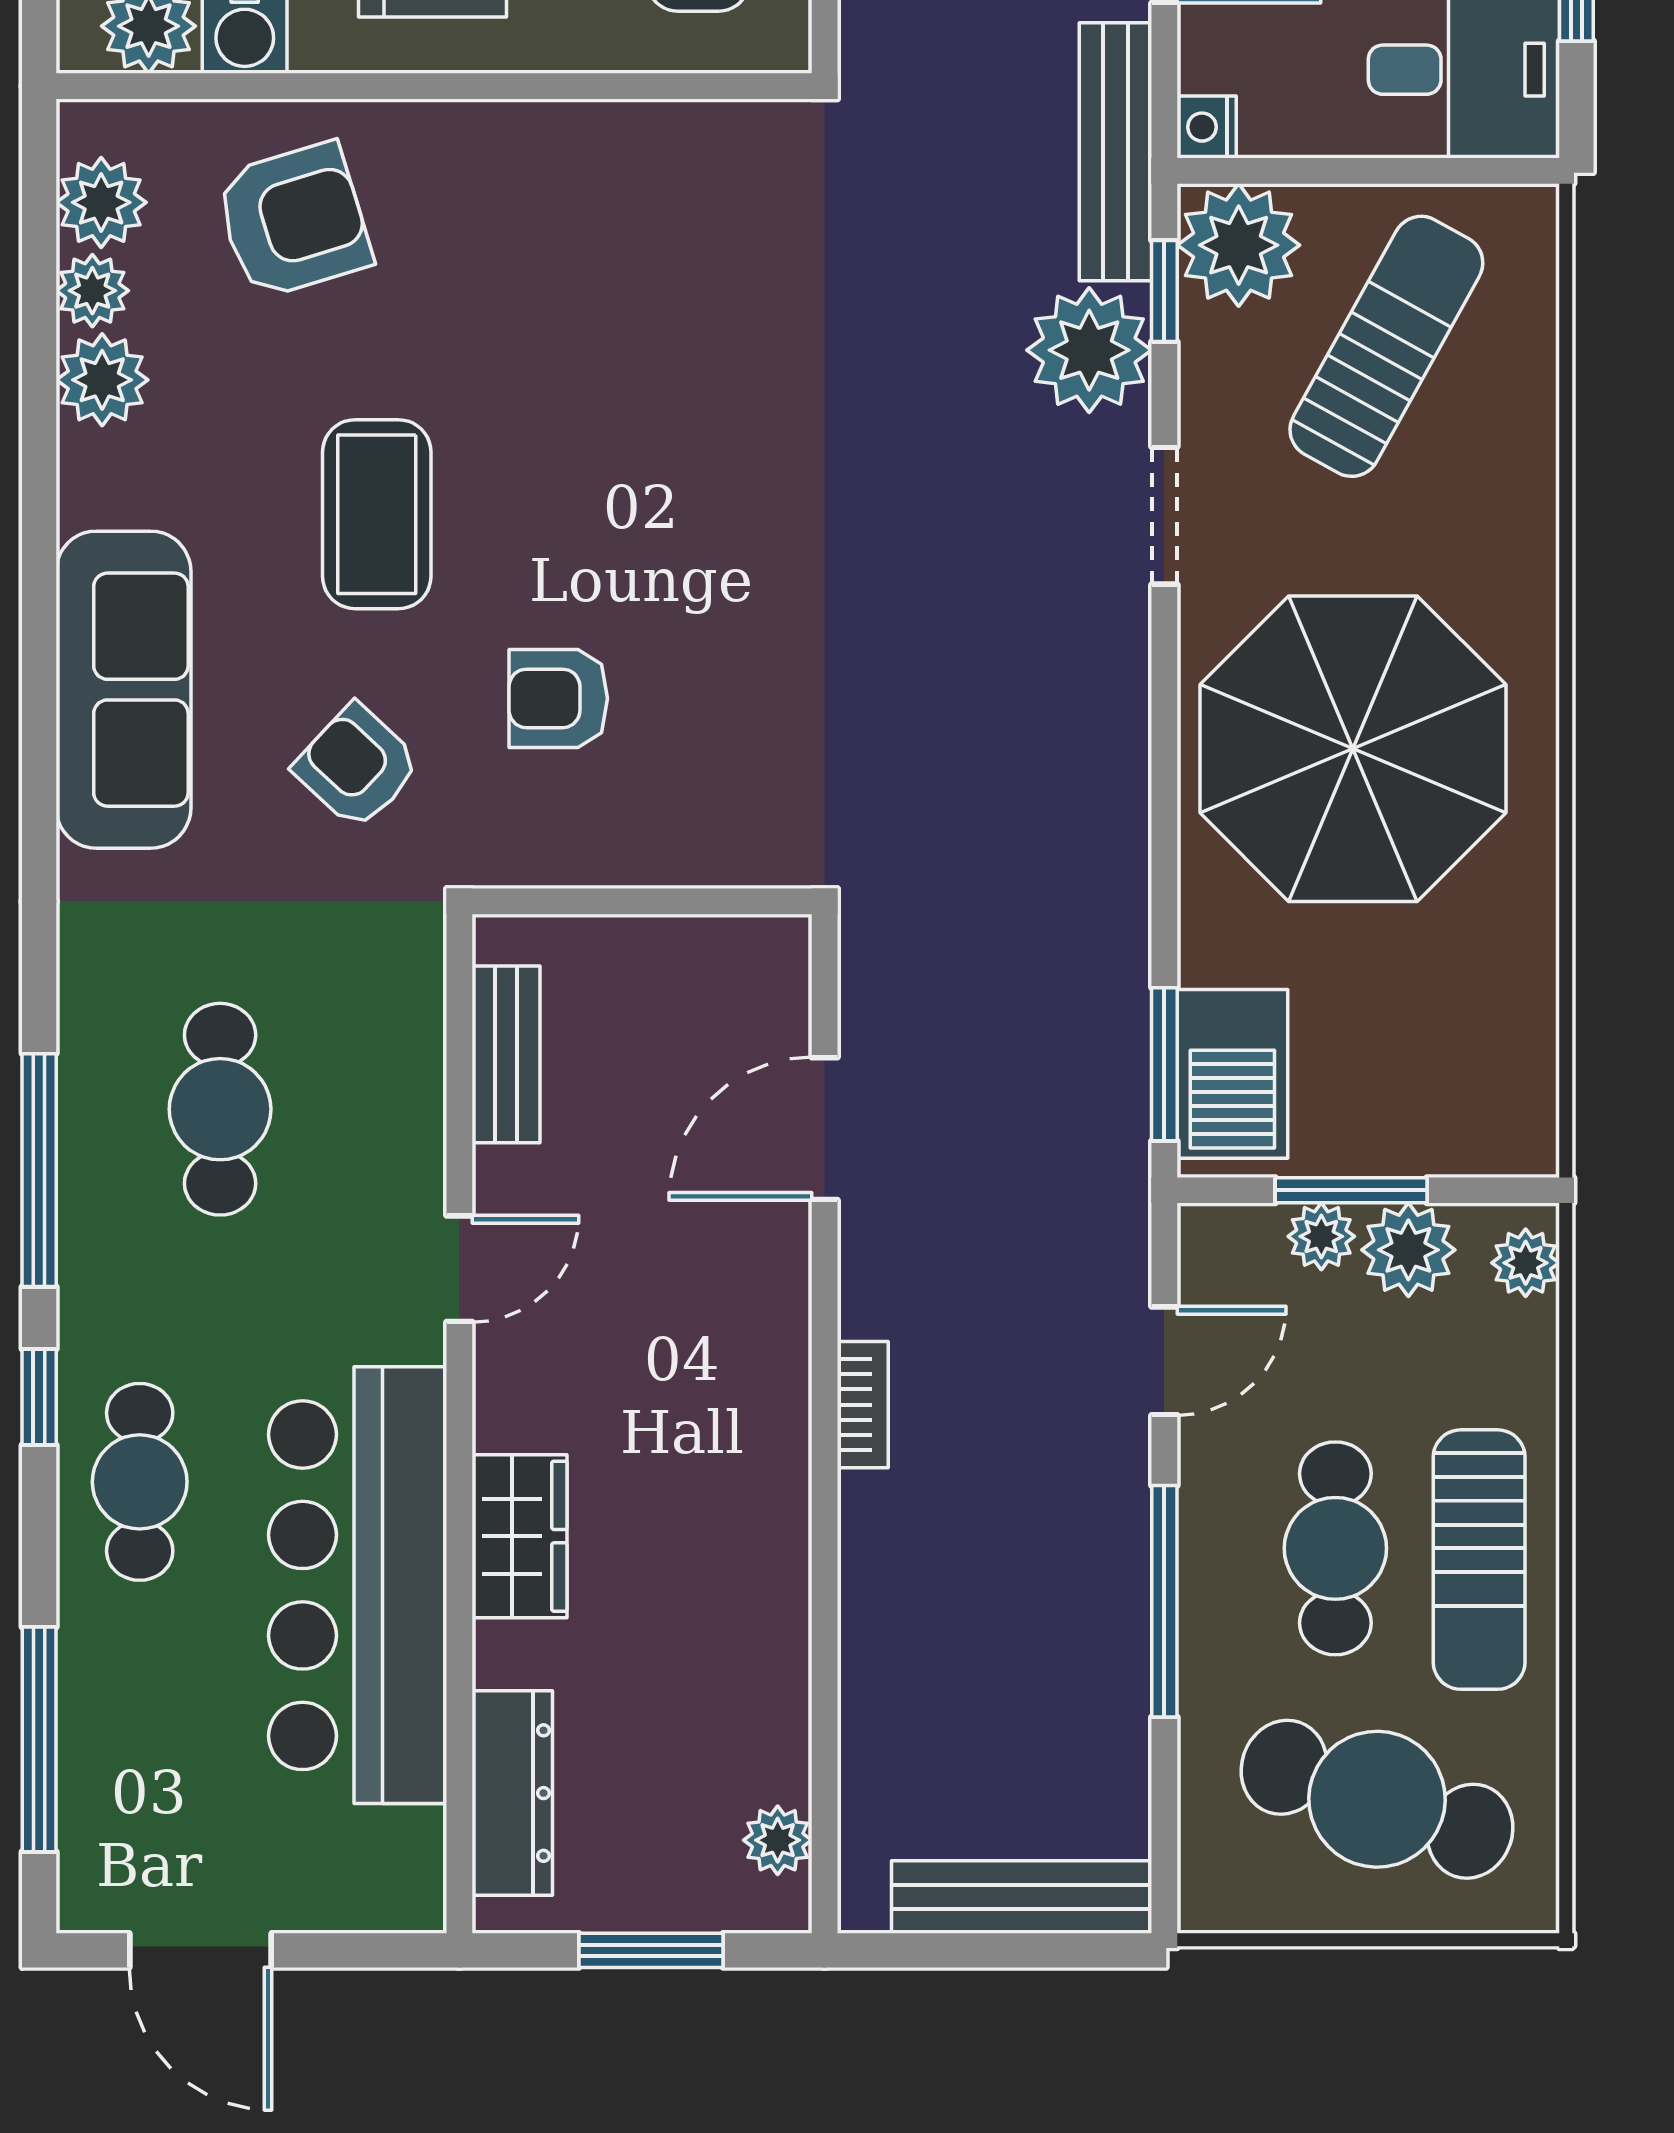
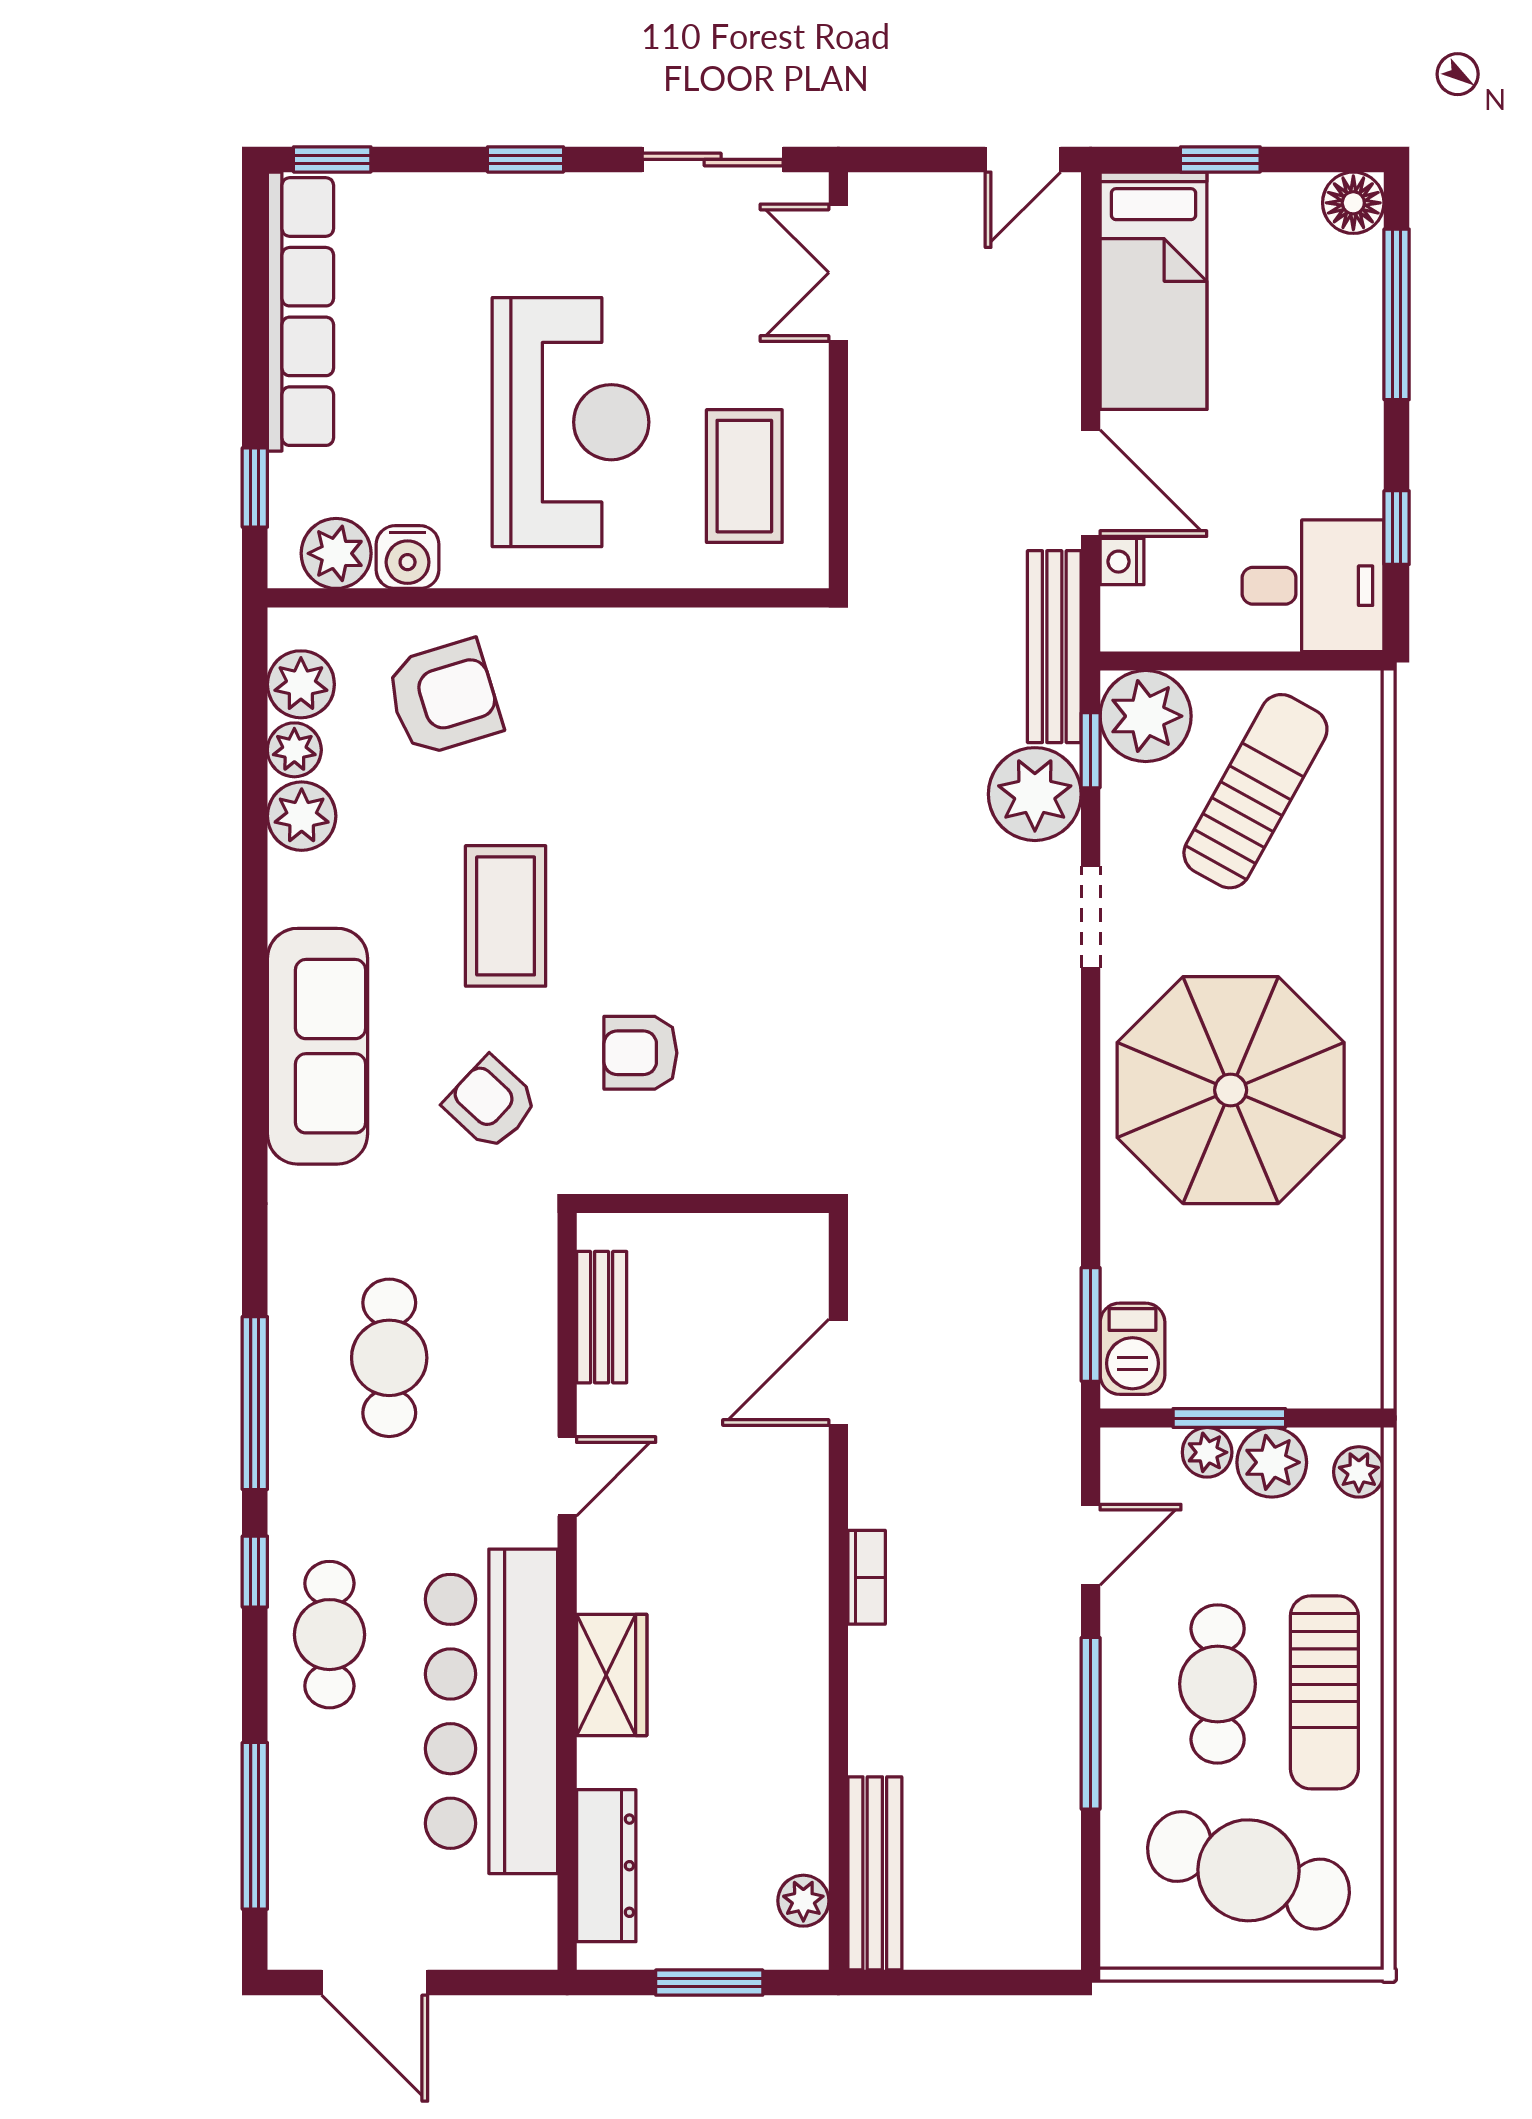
nightstand: (1207, 127) -> (1122, 562), moved
barbecue: (1232, 1074) -> (1132, 1349), width x0.73, depth x0.79
bench: (1022, 1897) -> (875, 1873), moved, turned 90

